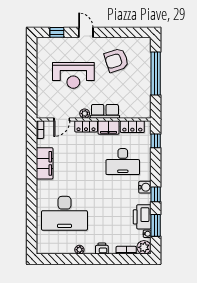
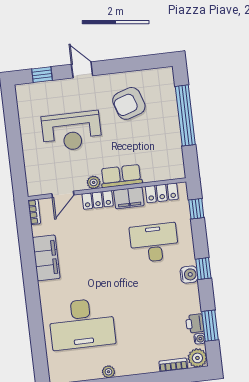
desk: (123, 162) -> (154, 243), turned 180
window: (156, 194) -> (203, 269), moved
printer: (142, 217) -> (195, 323), width x0.53, depth x0.68
printer: (102, 249) -> (139, 367), removed

